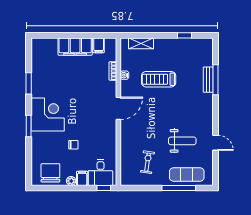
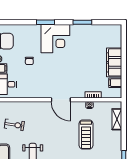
treadmill: (159, 79) -> (86, 134), turned 180

